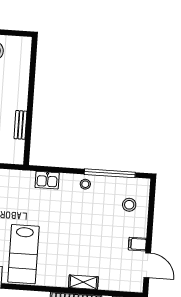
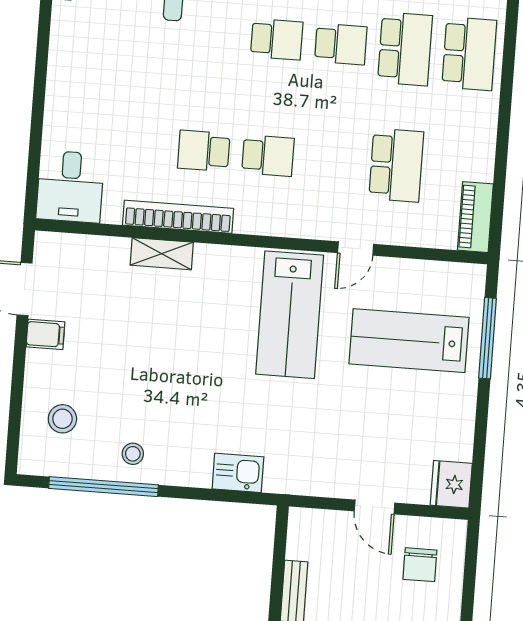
stool: (85, 184) -> (133, 454), moved
lab bench: (23, 254) -> (290, 315), turned 180

